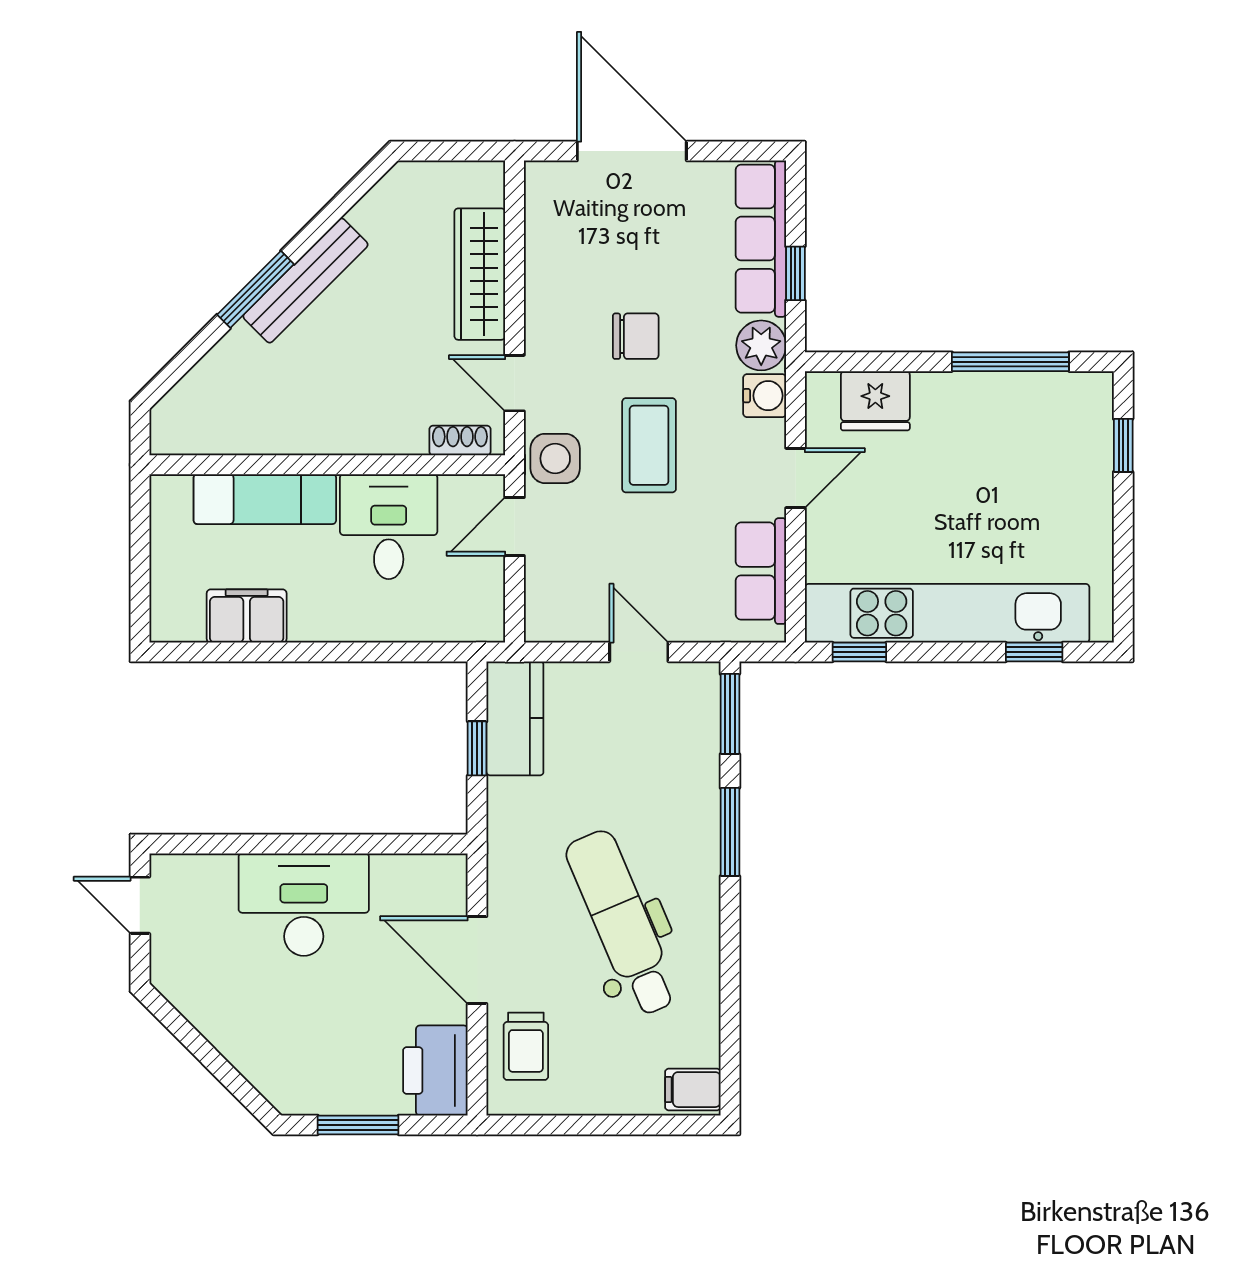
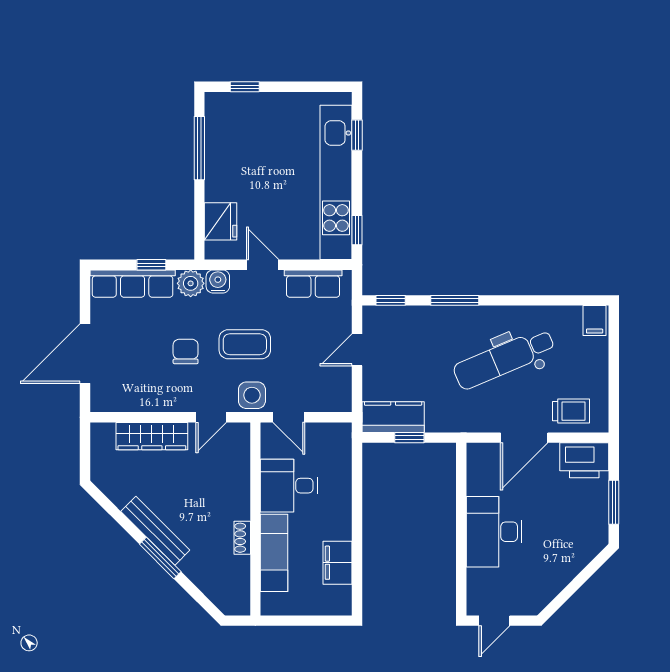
shoe rack: (460, 440) -> (242, 538), moved
window: (730, 714) -> (391, 300), width x0.67

